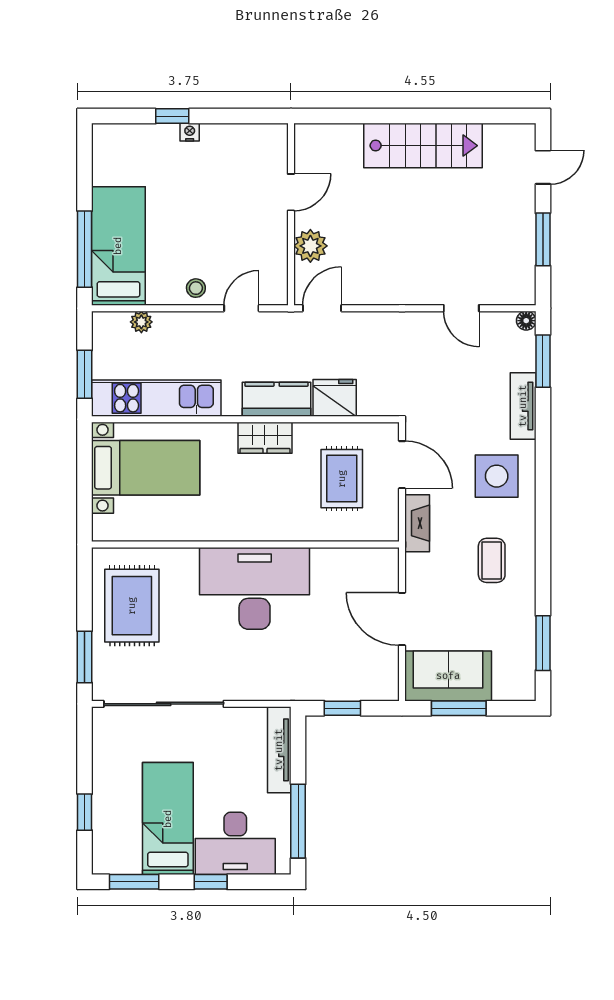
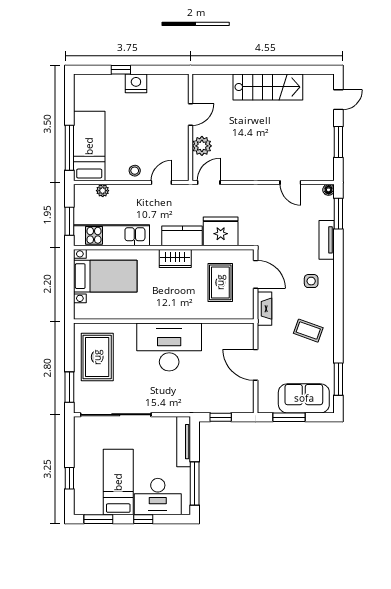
nightstand: (190, 132) -> (136, 83), width x1.89, depth x1.79
fridge: (335, 398) -> (221, 231), width x1.36, depth x1.34
side table: (497, 476) -> (311, 281), width x0.54, depth x0.54
coffee table: (492, 560) -> (308, 331), turned -70
sofa: (448, 676) -> (304, 398), moved

